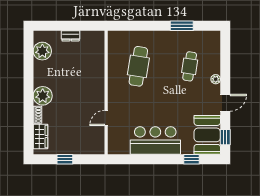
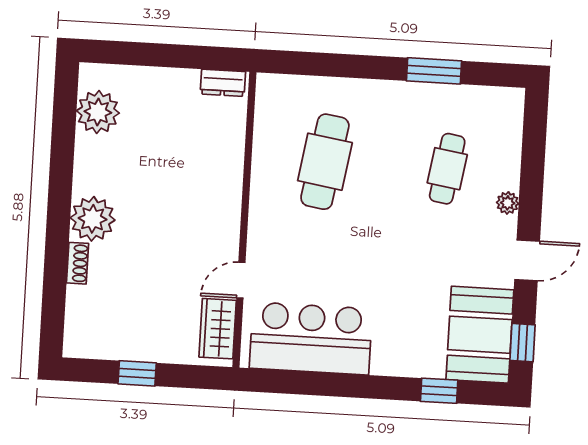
dresser: (71, 36) -> (223, 83), moved
wardrobe: (40, 137) -> (218, 329), moved, turned 180
bar counter: (155, 141) -> (311, 338), moved

